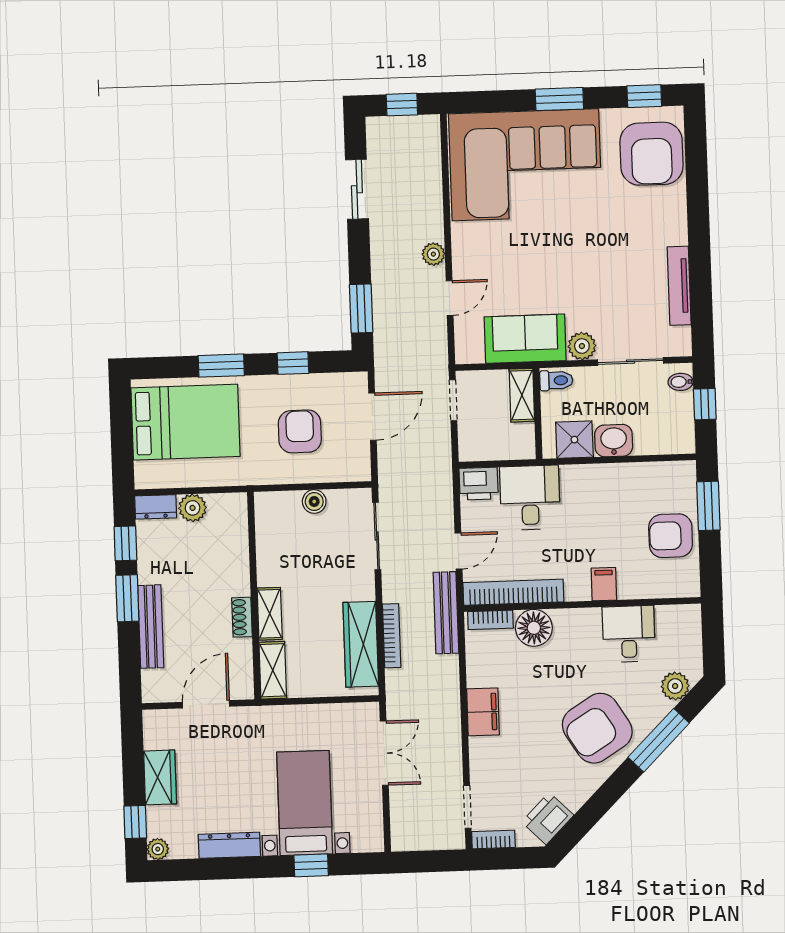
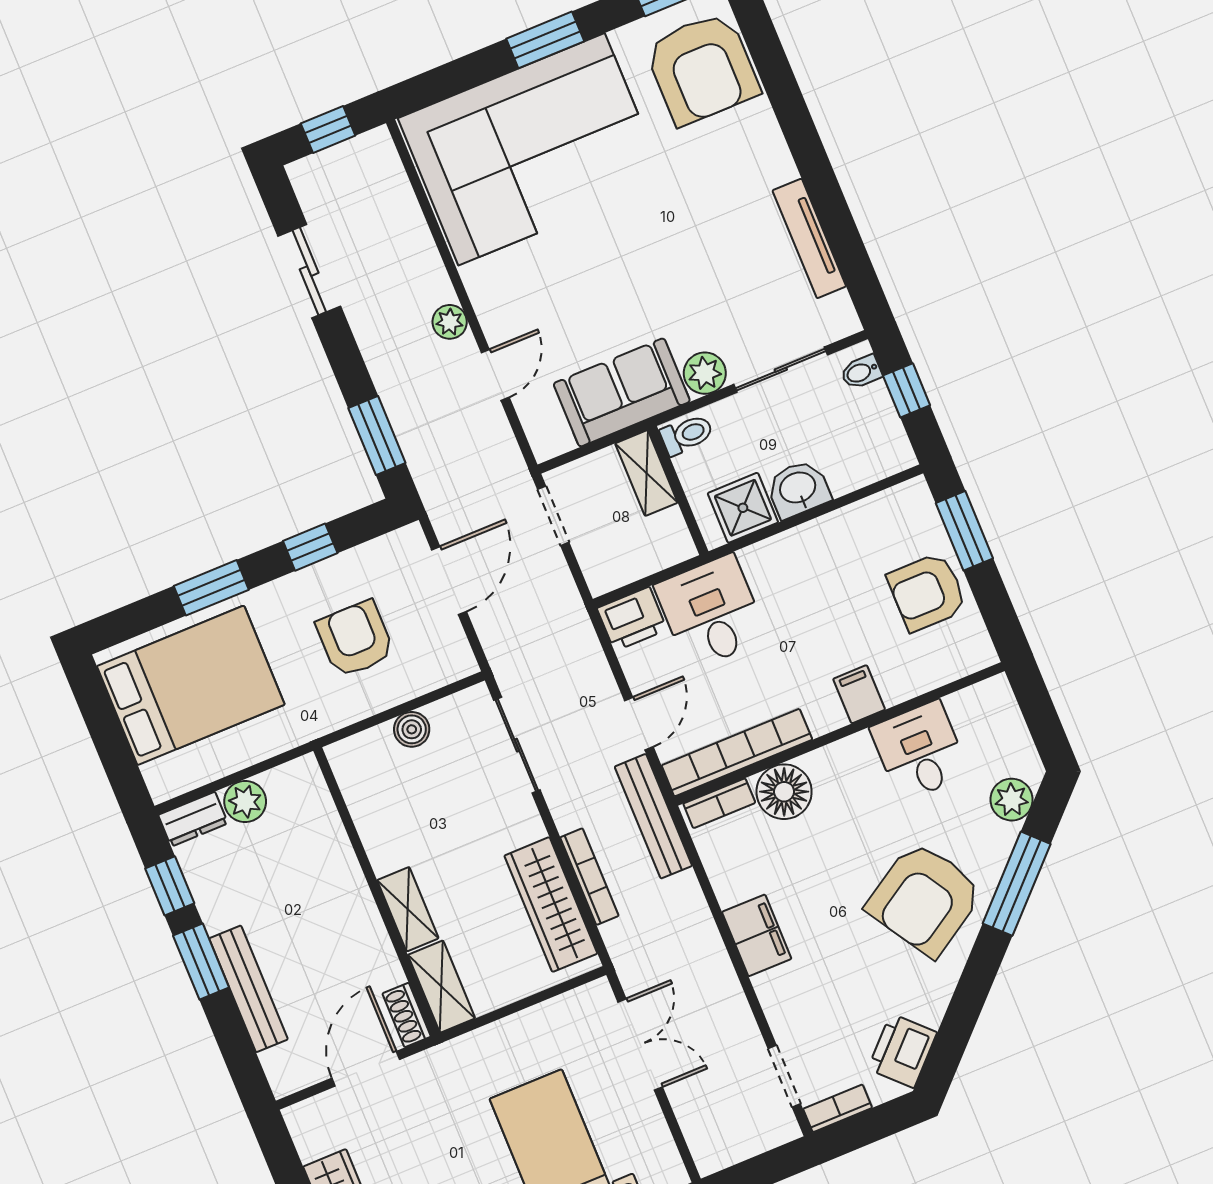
shoe rack: (242, 617) -> (407, 1015), moved

